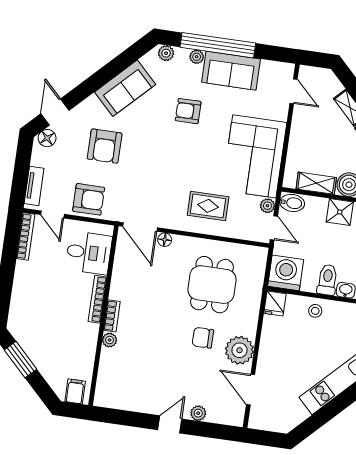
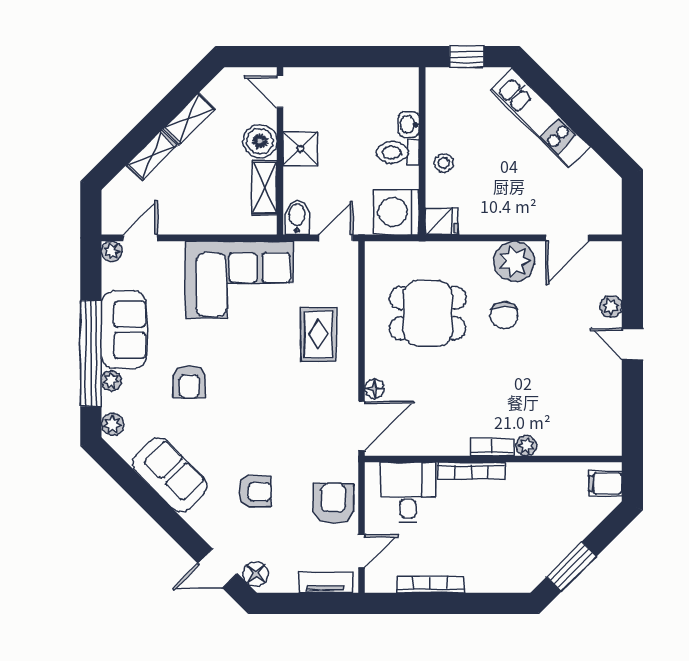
armchair: (105, 146) -> (255, 492), width x0.72, depth x0.72
plant: (267, 206) -> (112, 251), moved
bookcase: (26, 236) -> (431, 584), moved

